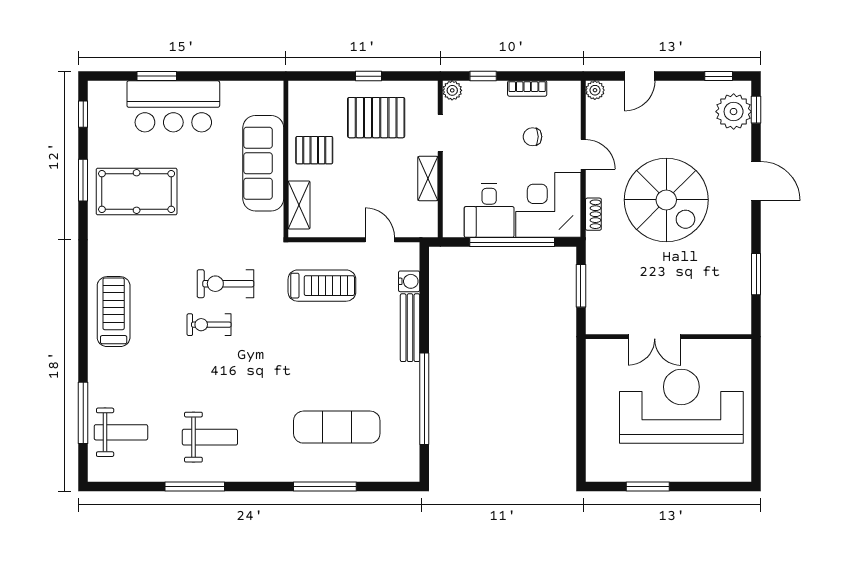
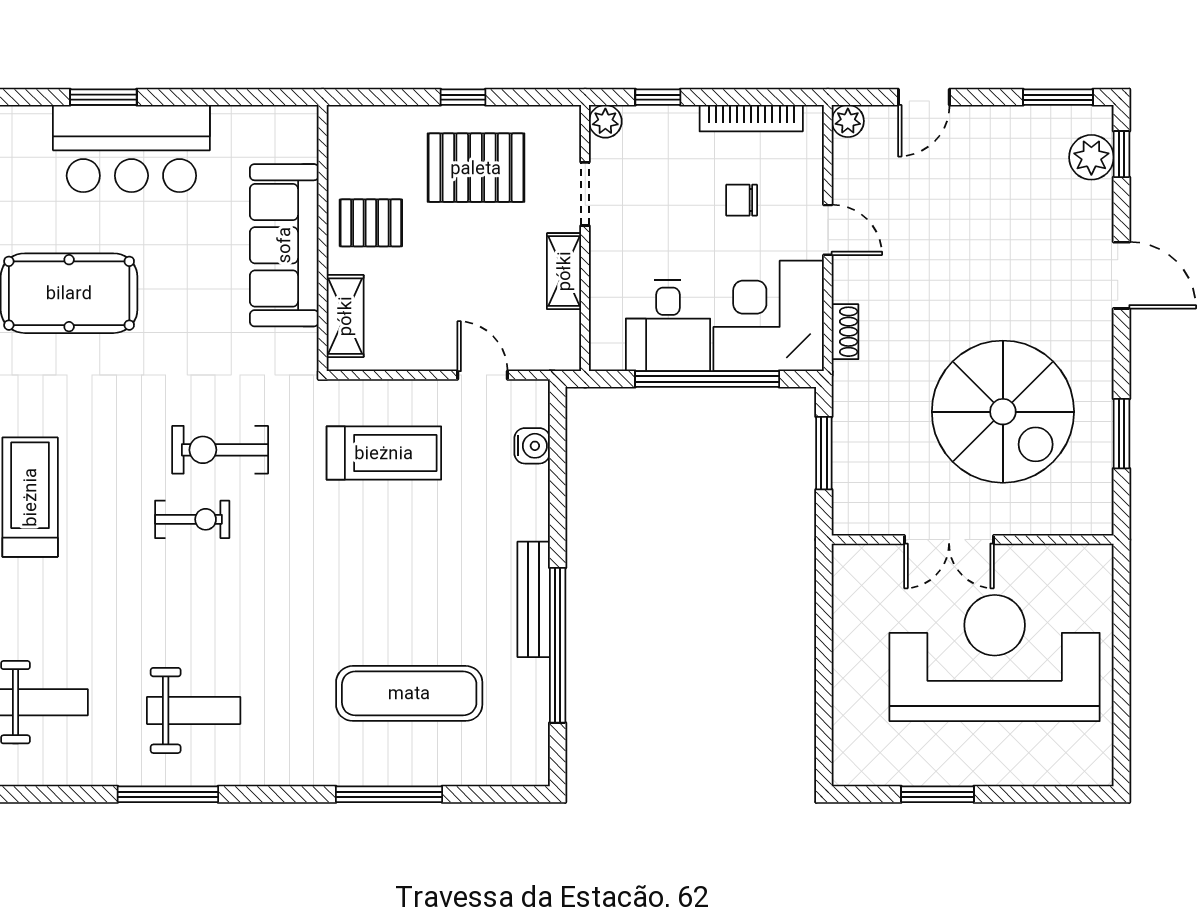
window: (719, 76) -> (1058, 97), width x1.50
bookcase: (527, 88) -> (751, 118), width x1.56
plant: (734, 112) -> (1091, 157), width x0.73, depth x0.73
spiral stairs: (666, 200) -> (1003, 412), moved
exercise bike: (209, 325) -> (192, 519), turned 180
bench: (410, 328) -> (534, 599), moved

